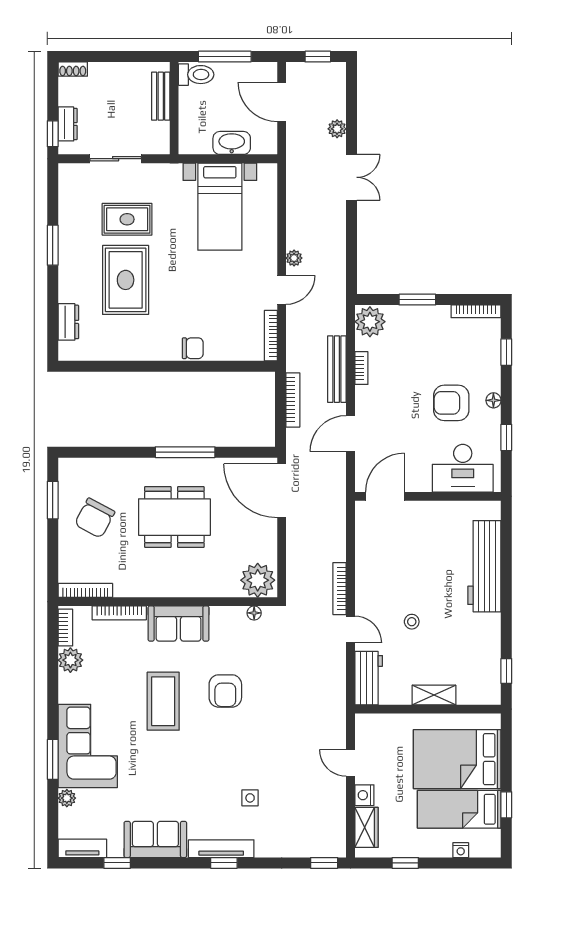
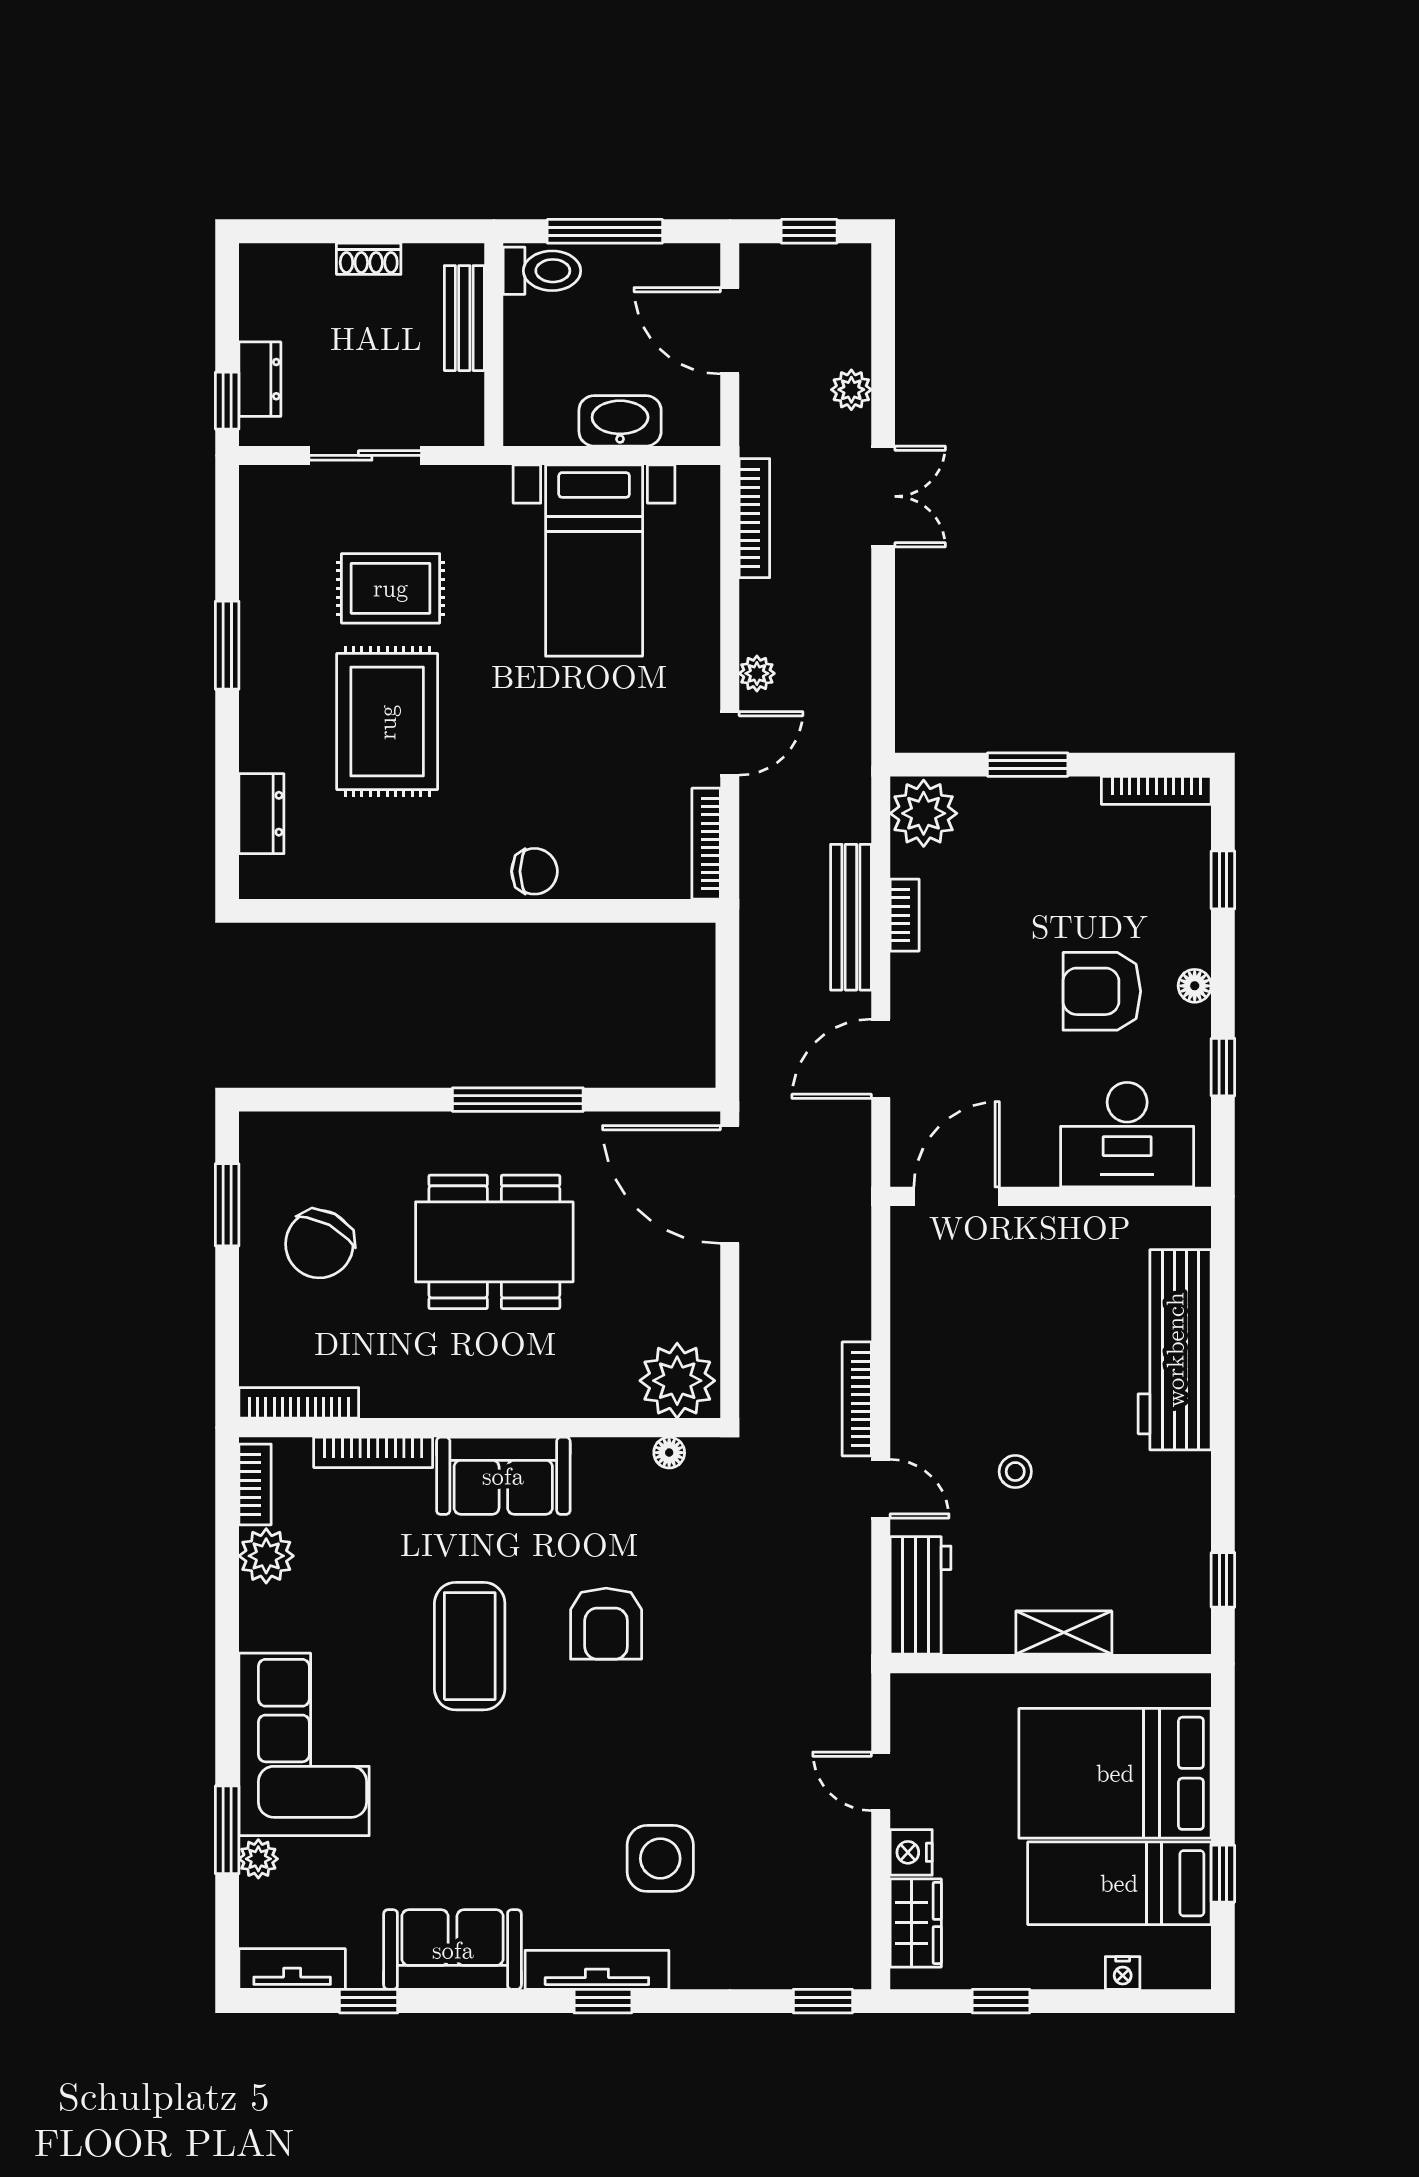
shoe rack: (73, 69) -> (369, 259), moved
bookcase: (293, 400) -> (754, 518), moved
window: (53, 759) -> (227, 1830), moved
side table: (250, 798) -> (660, 1858), width x1.87, depth x1.87

